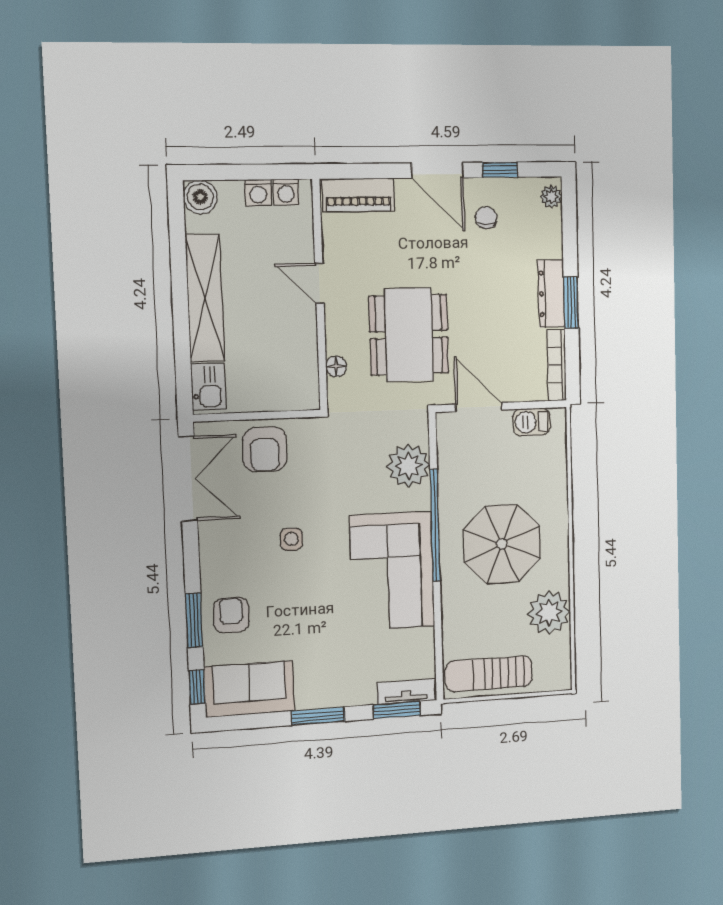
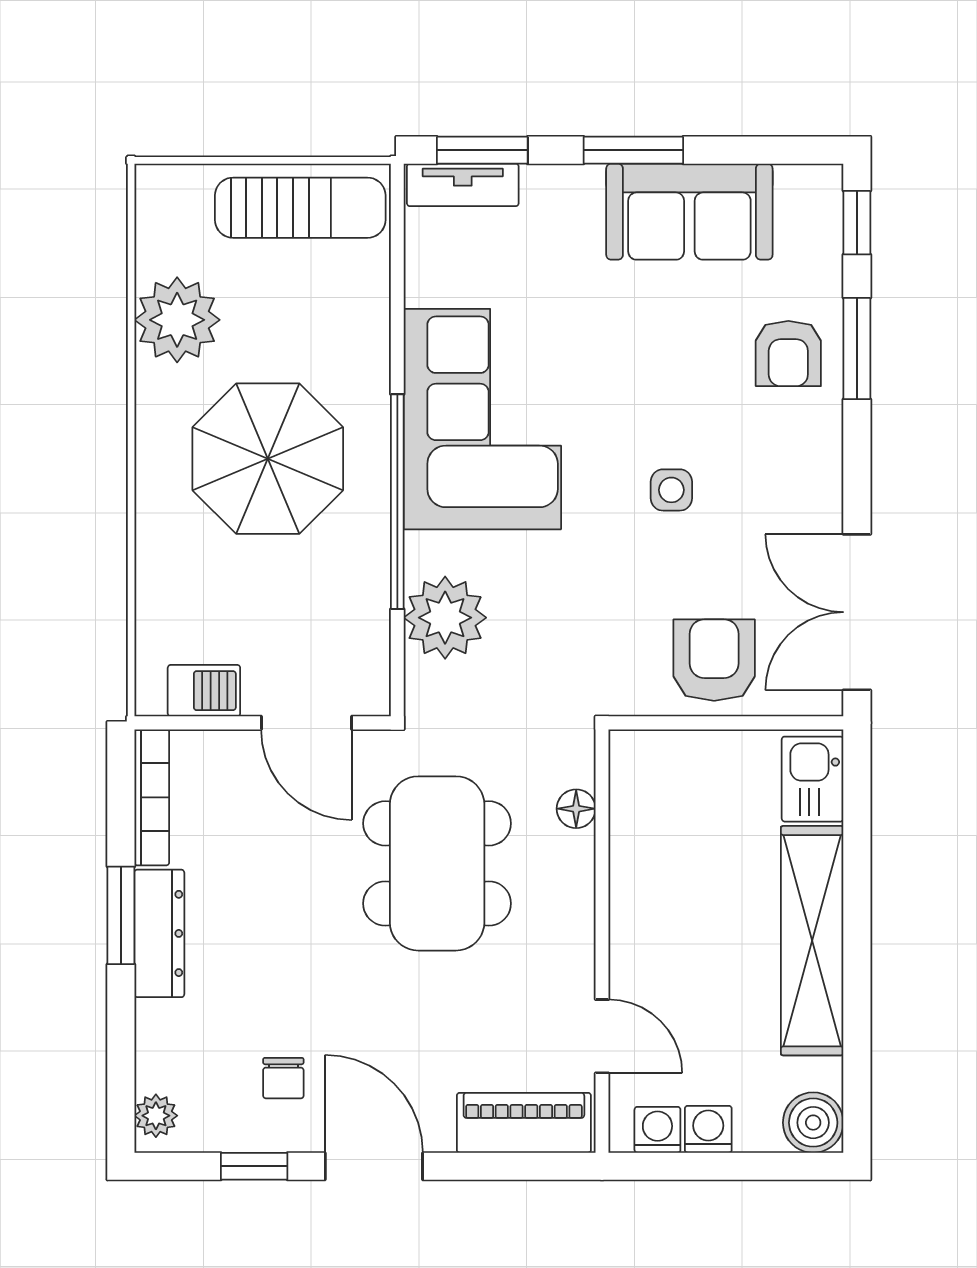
door: (319, 283) -> (602, 1036), moved
sofa: (249, 689) -> (689, 212), moved

